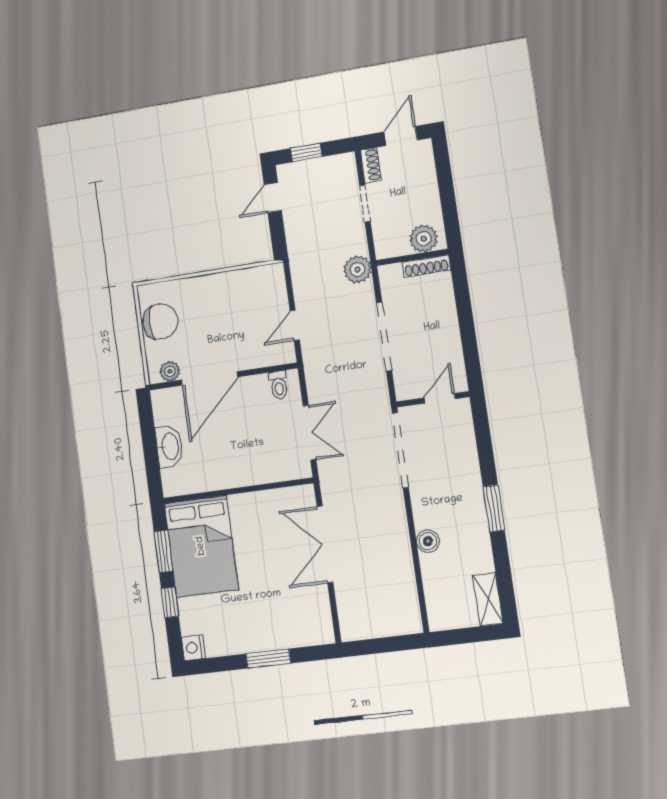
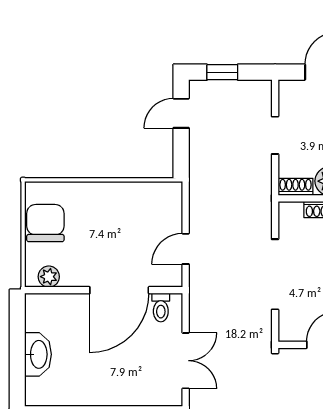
shoe rack: (371, 165) -> (296, 187), moved, turned -90
plant: (358, 269) -> (258, 202), removed
chair: (160, 321) -> (45, 223), turned -90
door: (210, 378) -> (119, 290), moved

